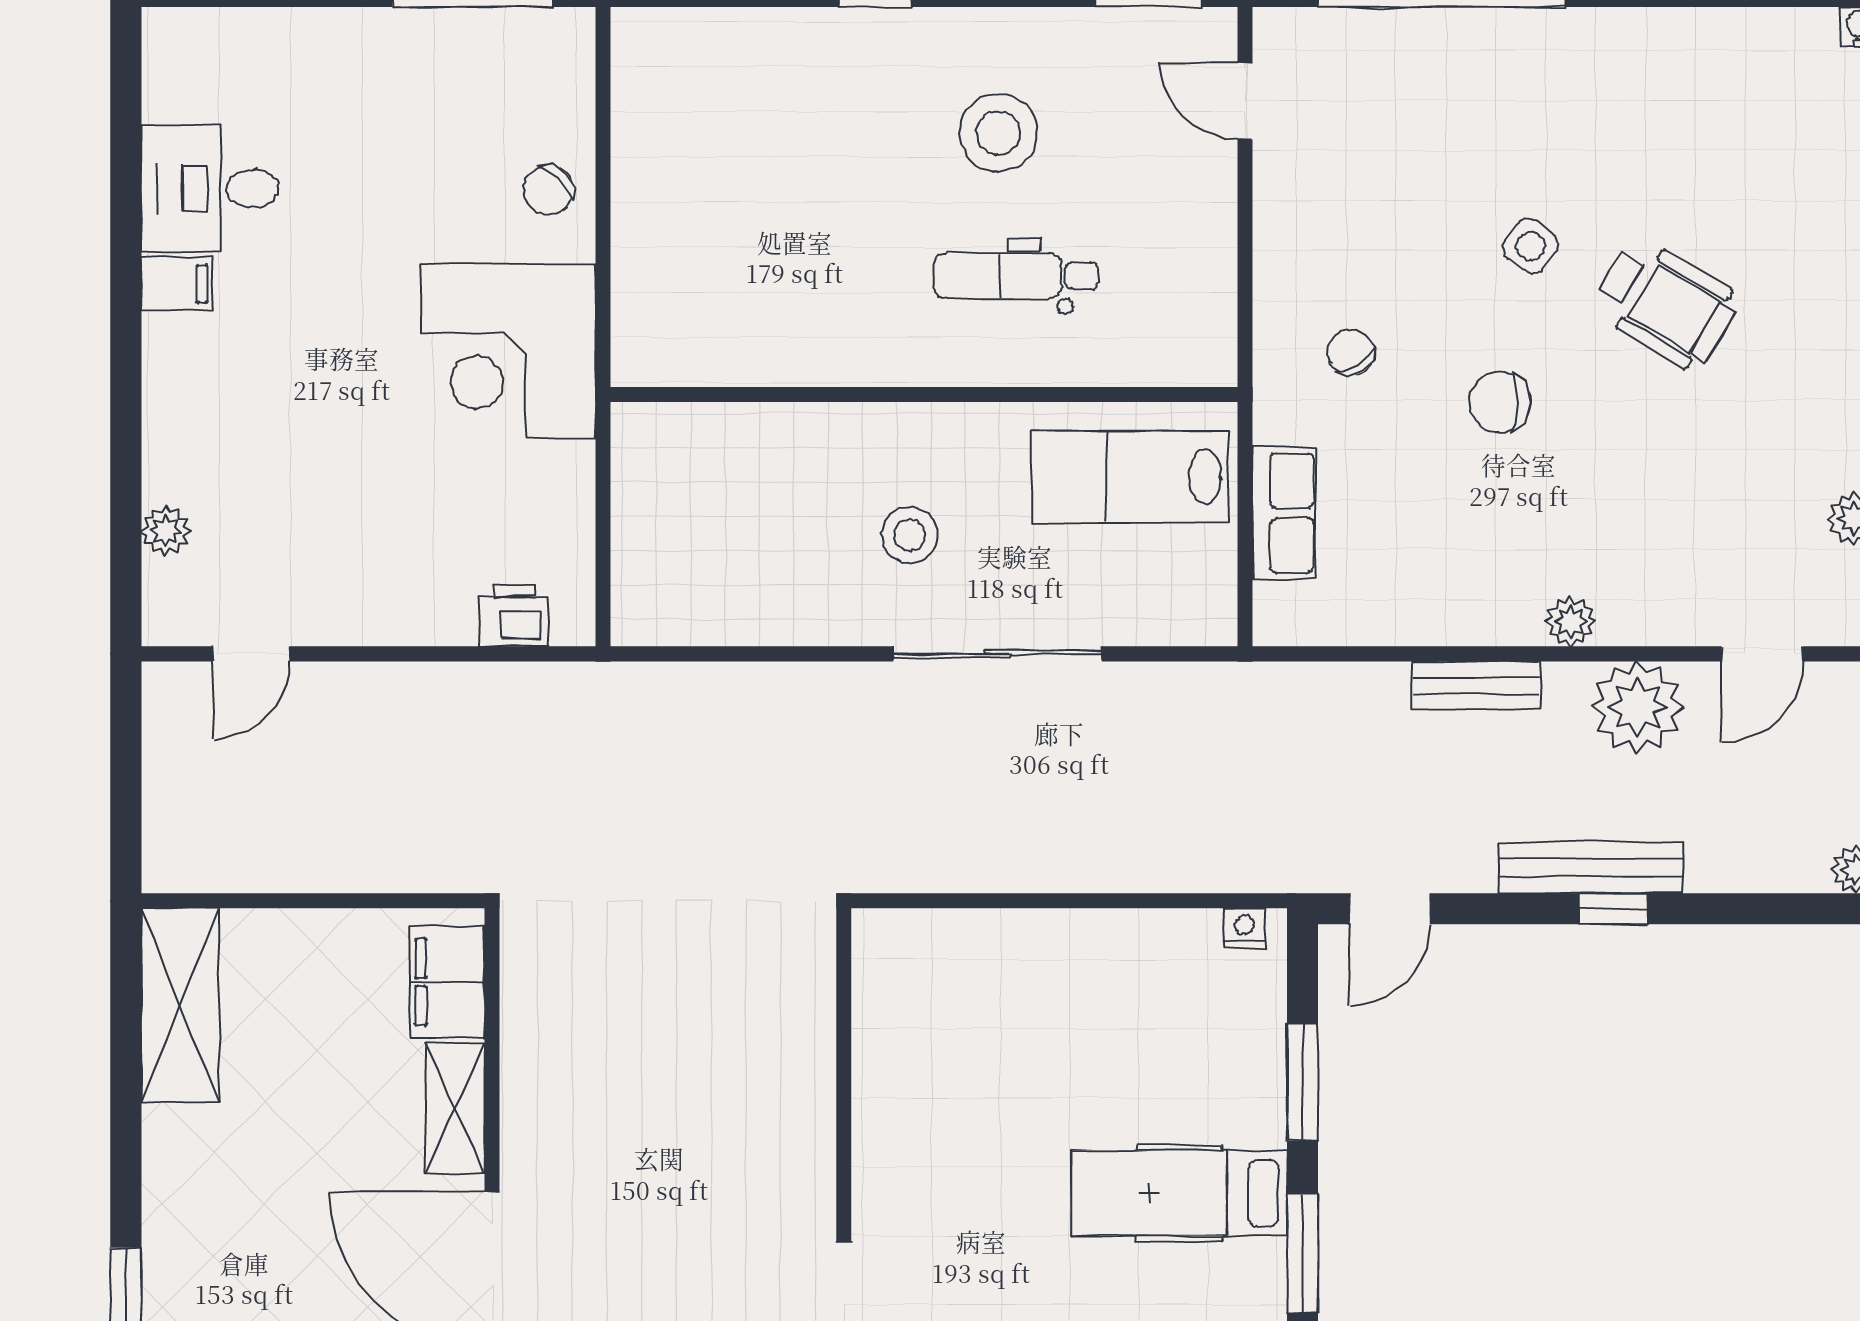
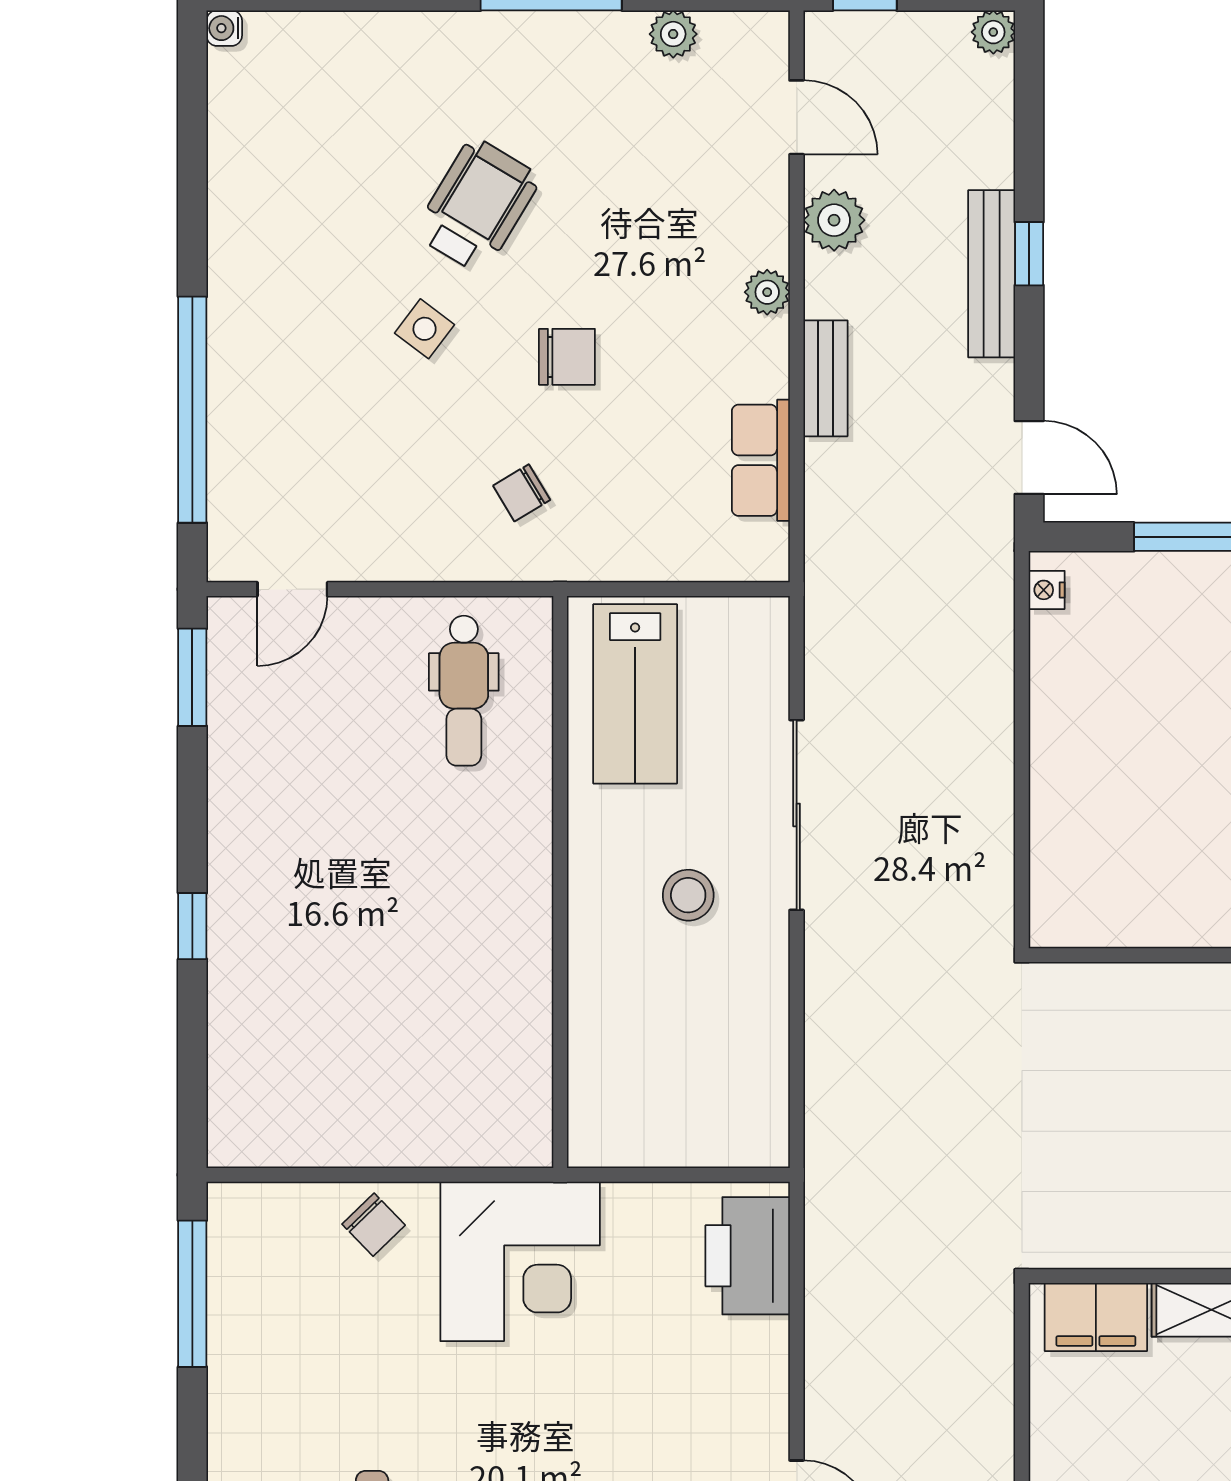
stool: (998, 133) -> (321, 814), removed
dental chair: (1016, 276) -> (464, 691), moved
chair: (1500, 402) -> (567, 357), turned -90
row of seats: (1284, 513) -> (761, 460), moved, turned -90
printer: (514, 615) -> (748, 1256), width x1.87, depth x1.48
plant: (1637, 707) -> (834, 220), width x0.73, depth x0.73

